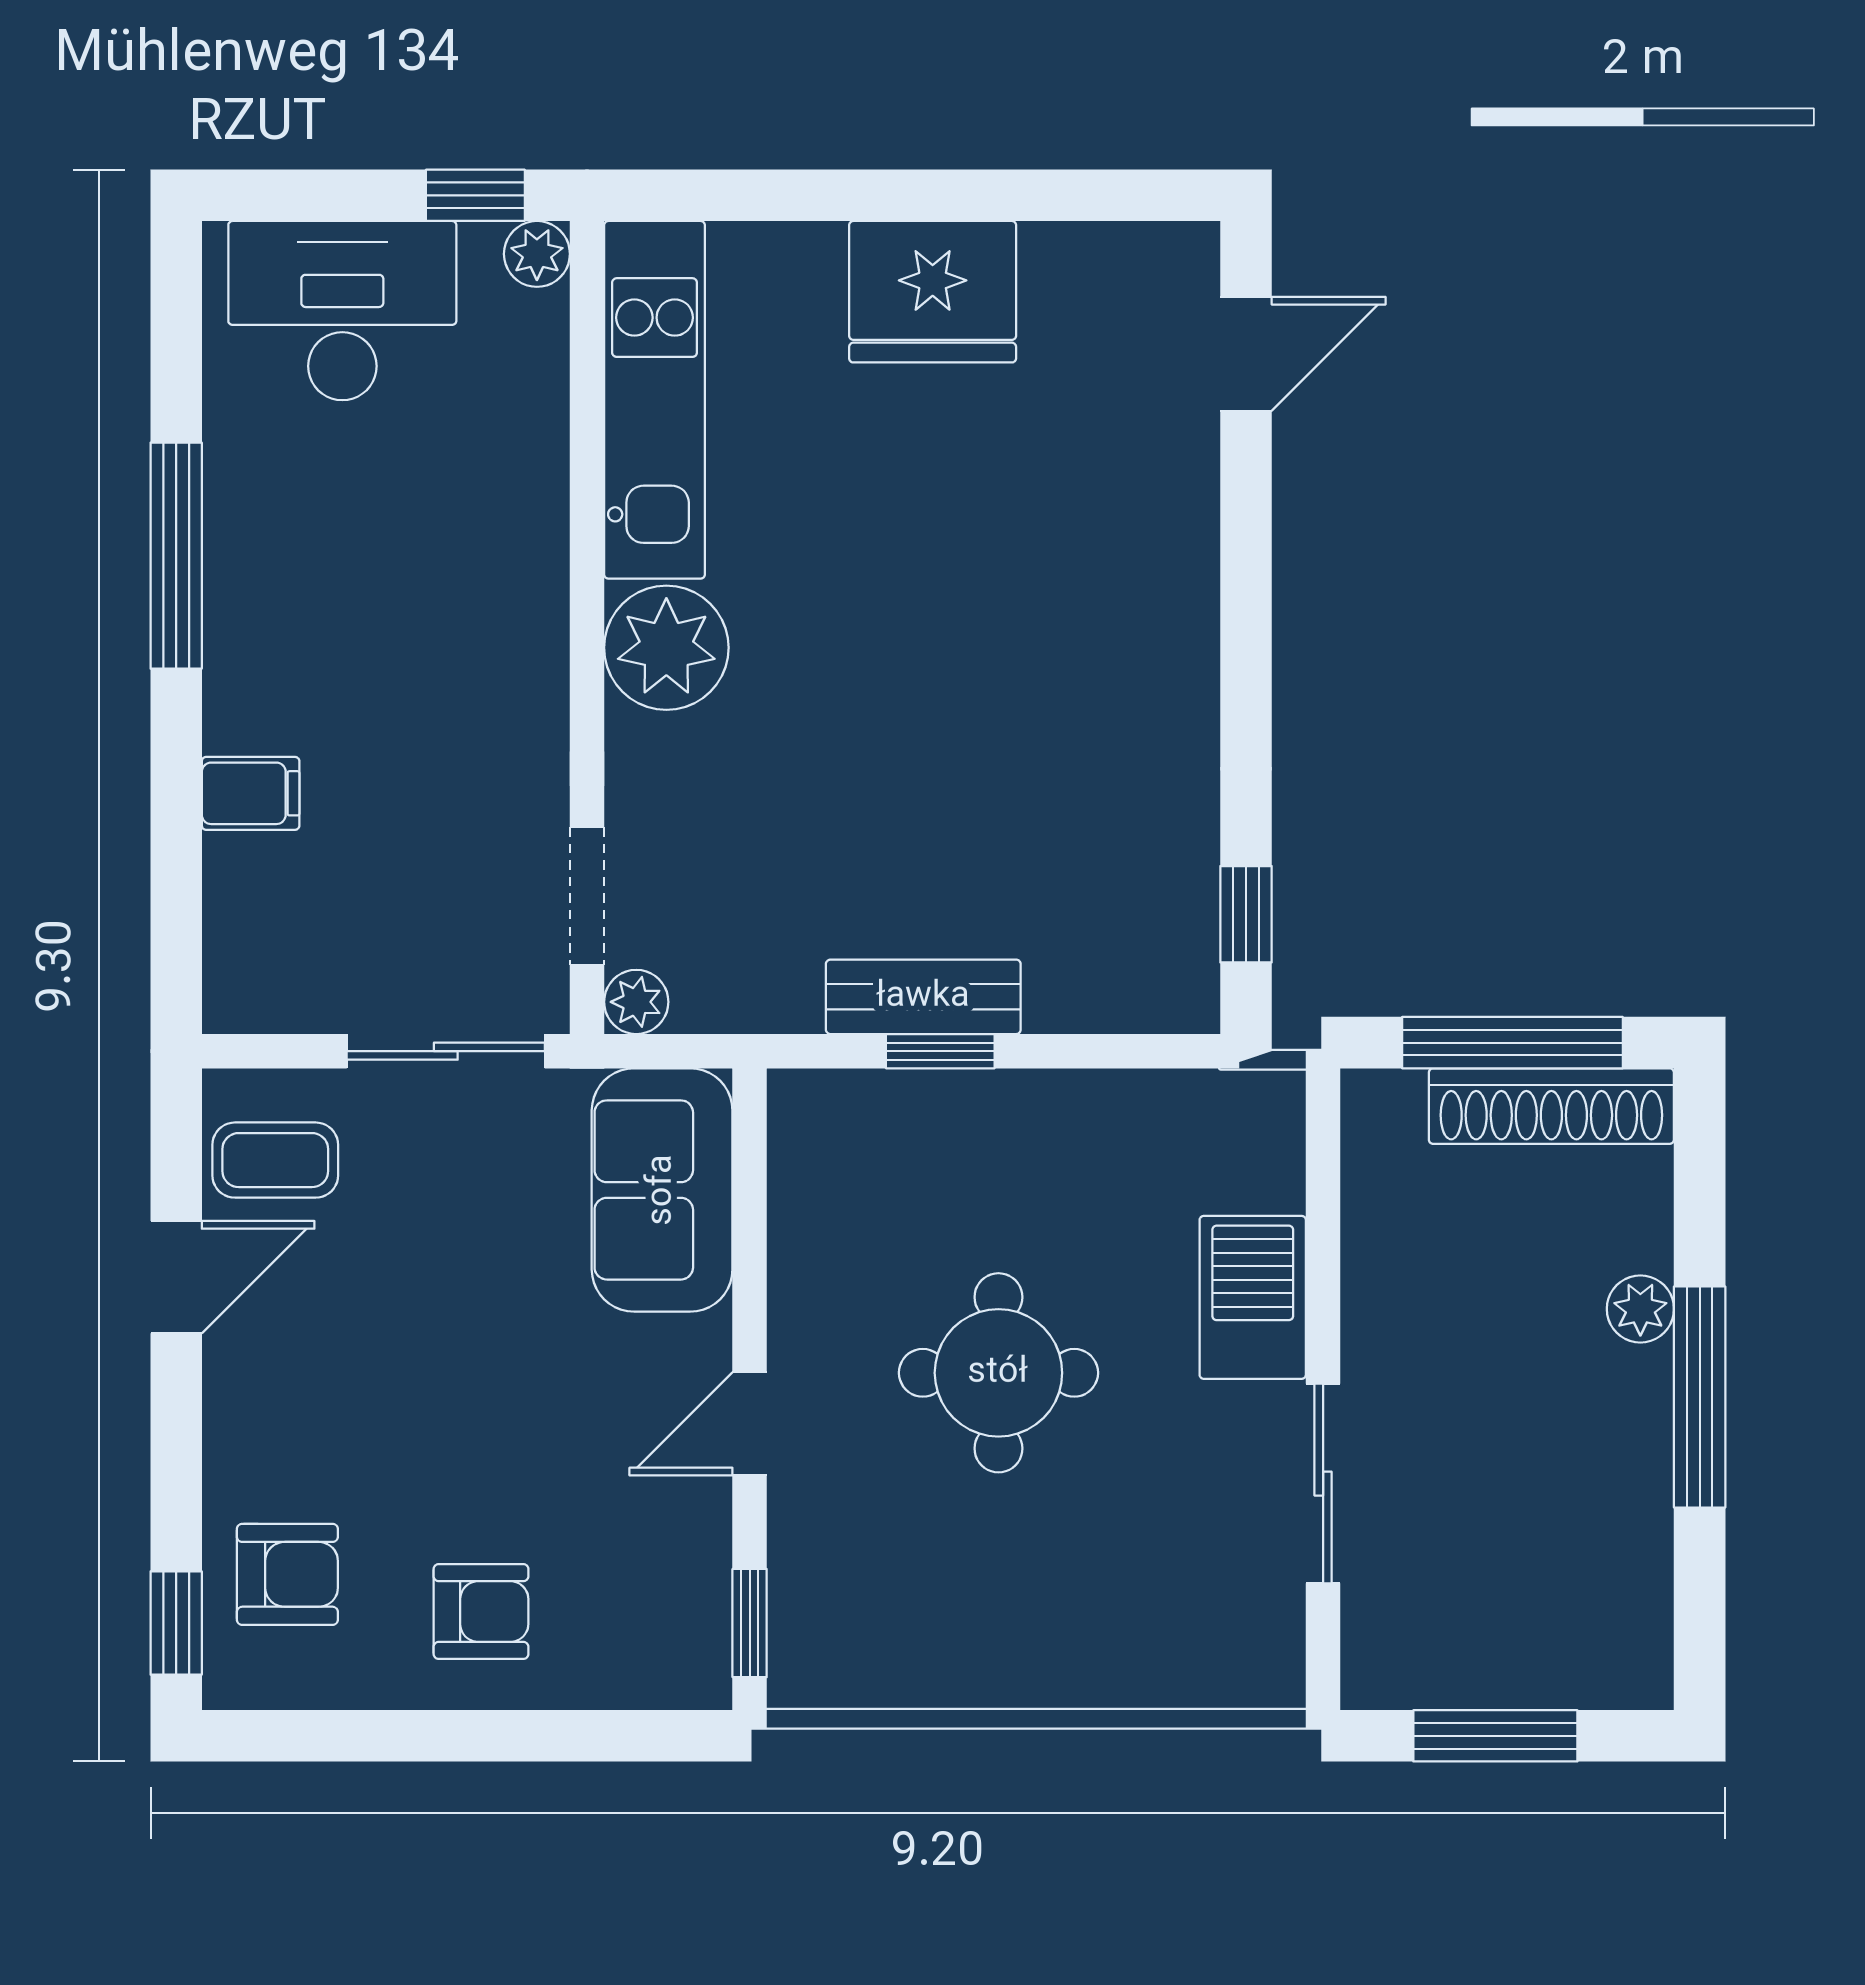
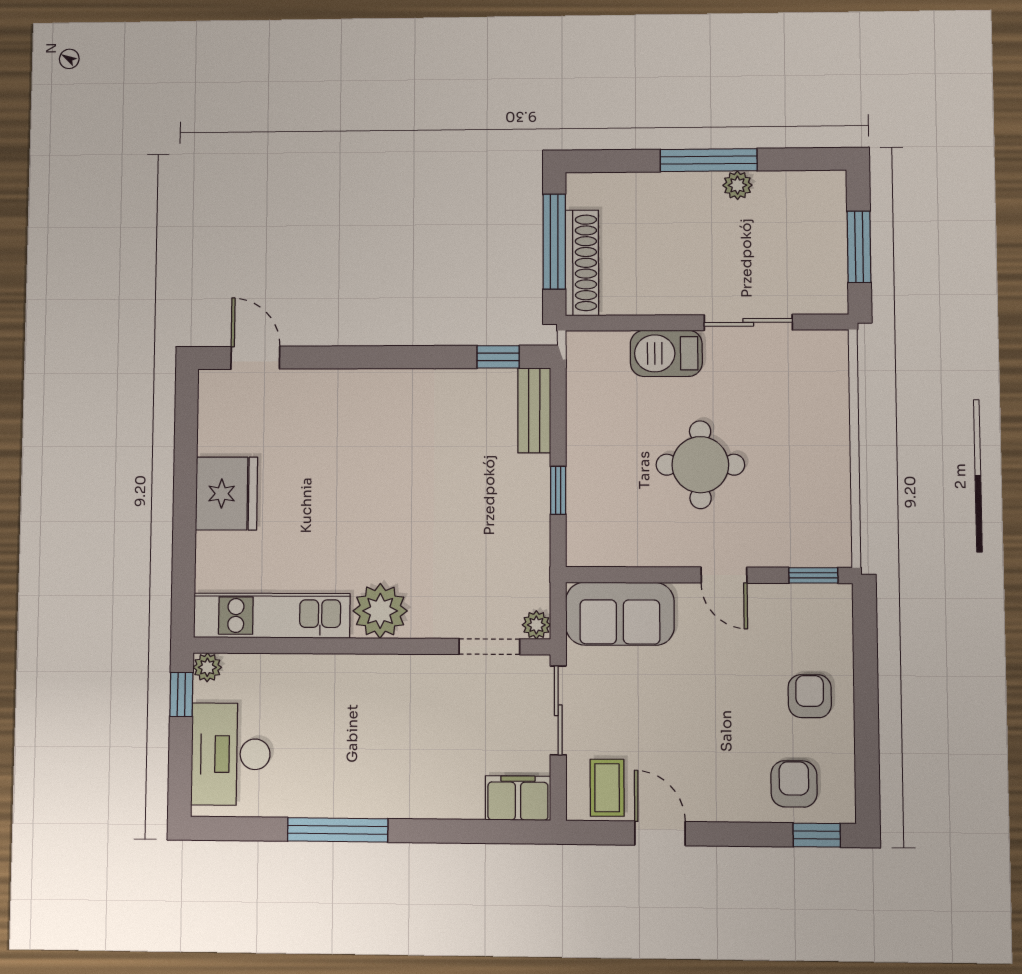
filing cabinet: (251, 793) -> (518, 798), moved, width x2.00
bench: (923, 997) -> (534, 410), moved
shoe rack: (1551, 1106) -> (582, 263), moved
plant: (1640, 1309) -> (737, 185), moved

